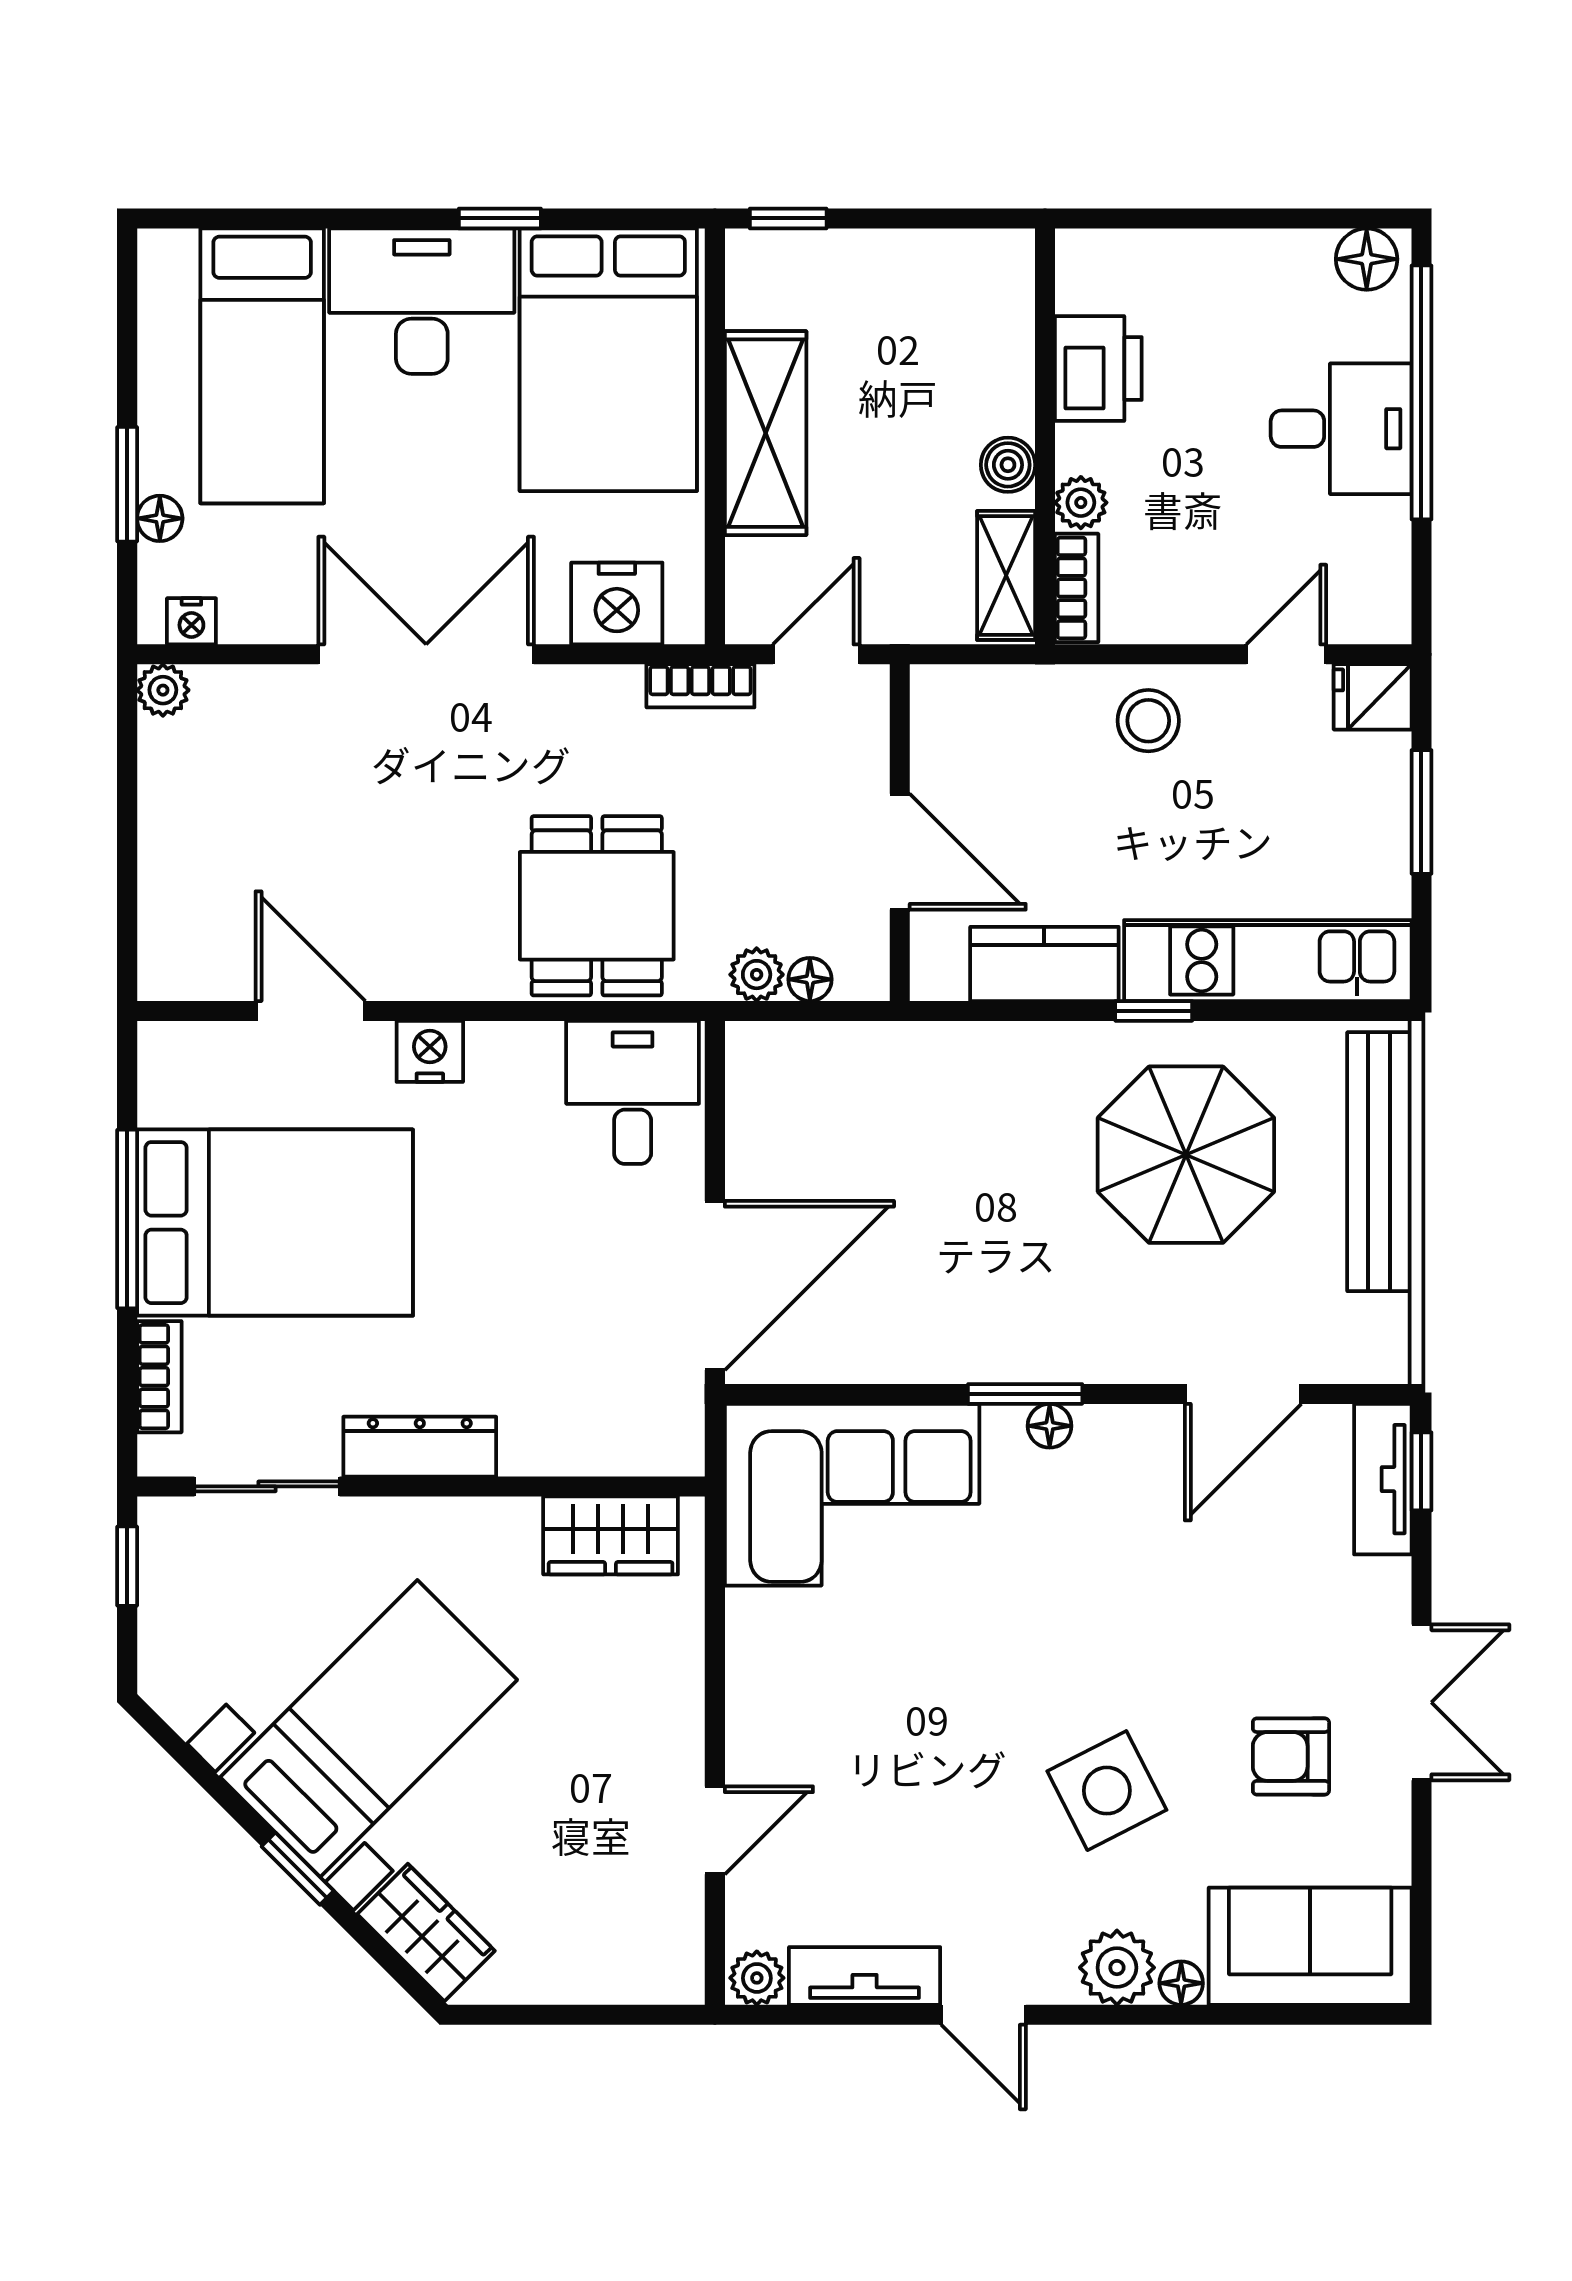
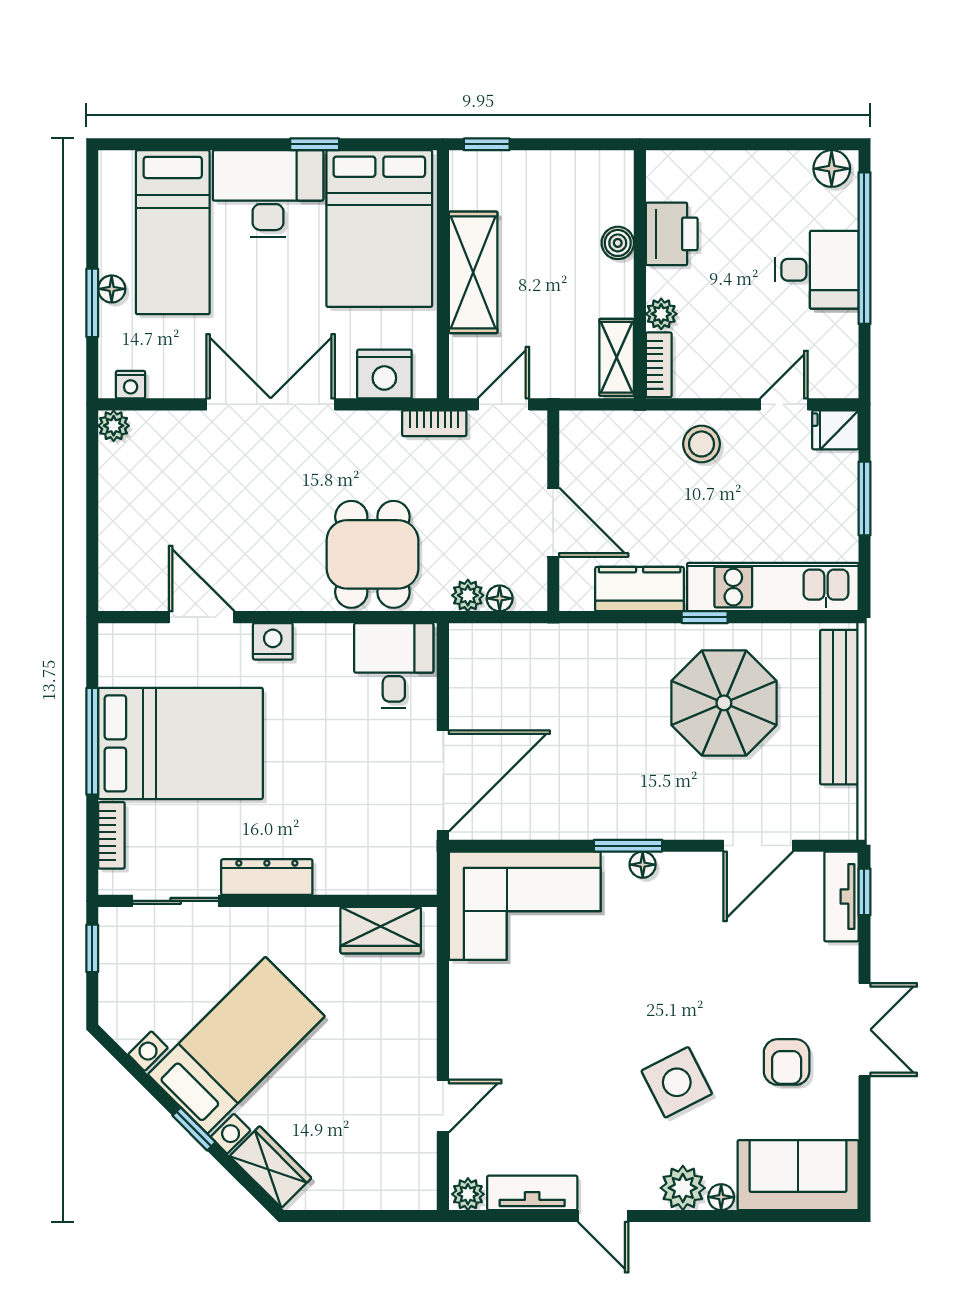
boiler: (1008, 465) -> (618, 243), moved
floor lamp: (160, 518) -> (112, 289), moved
armchair: (1291, 1756) -> (787, 1062), turned -90

